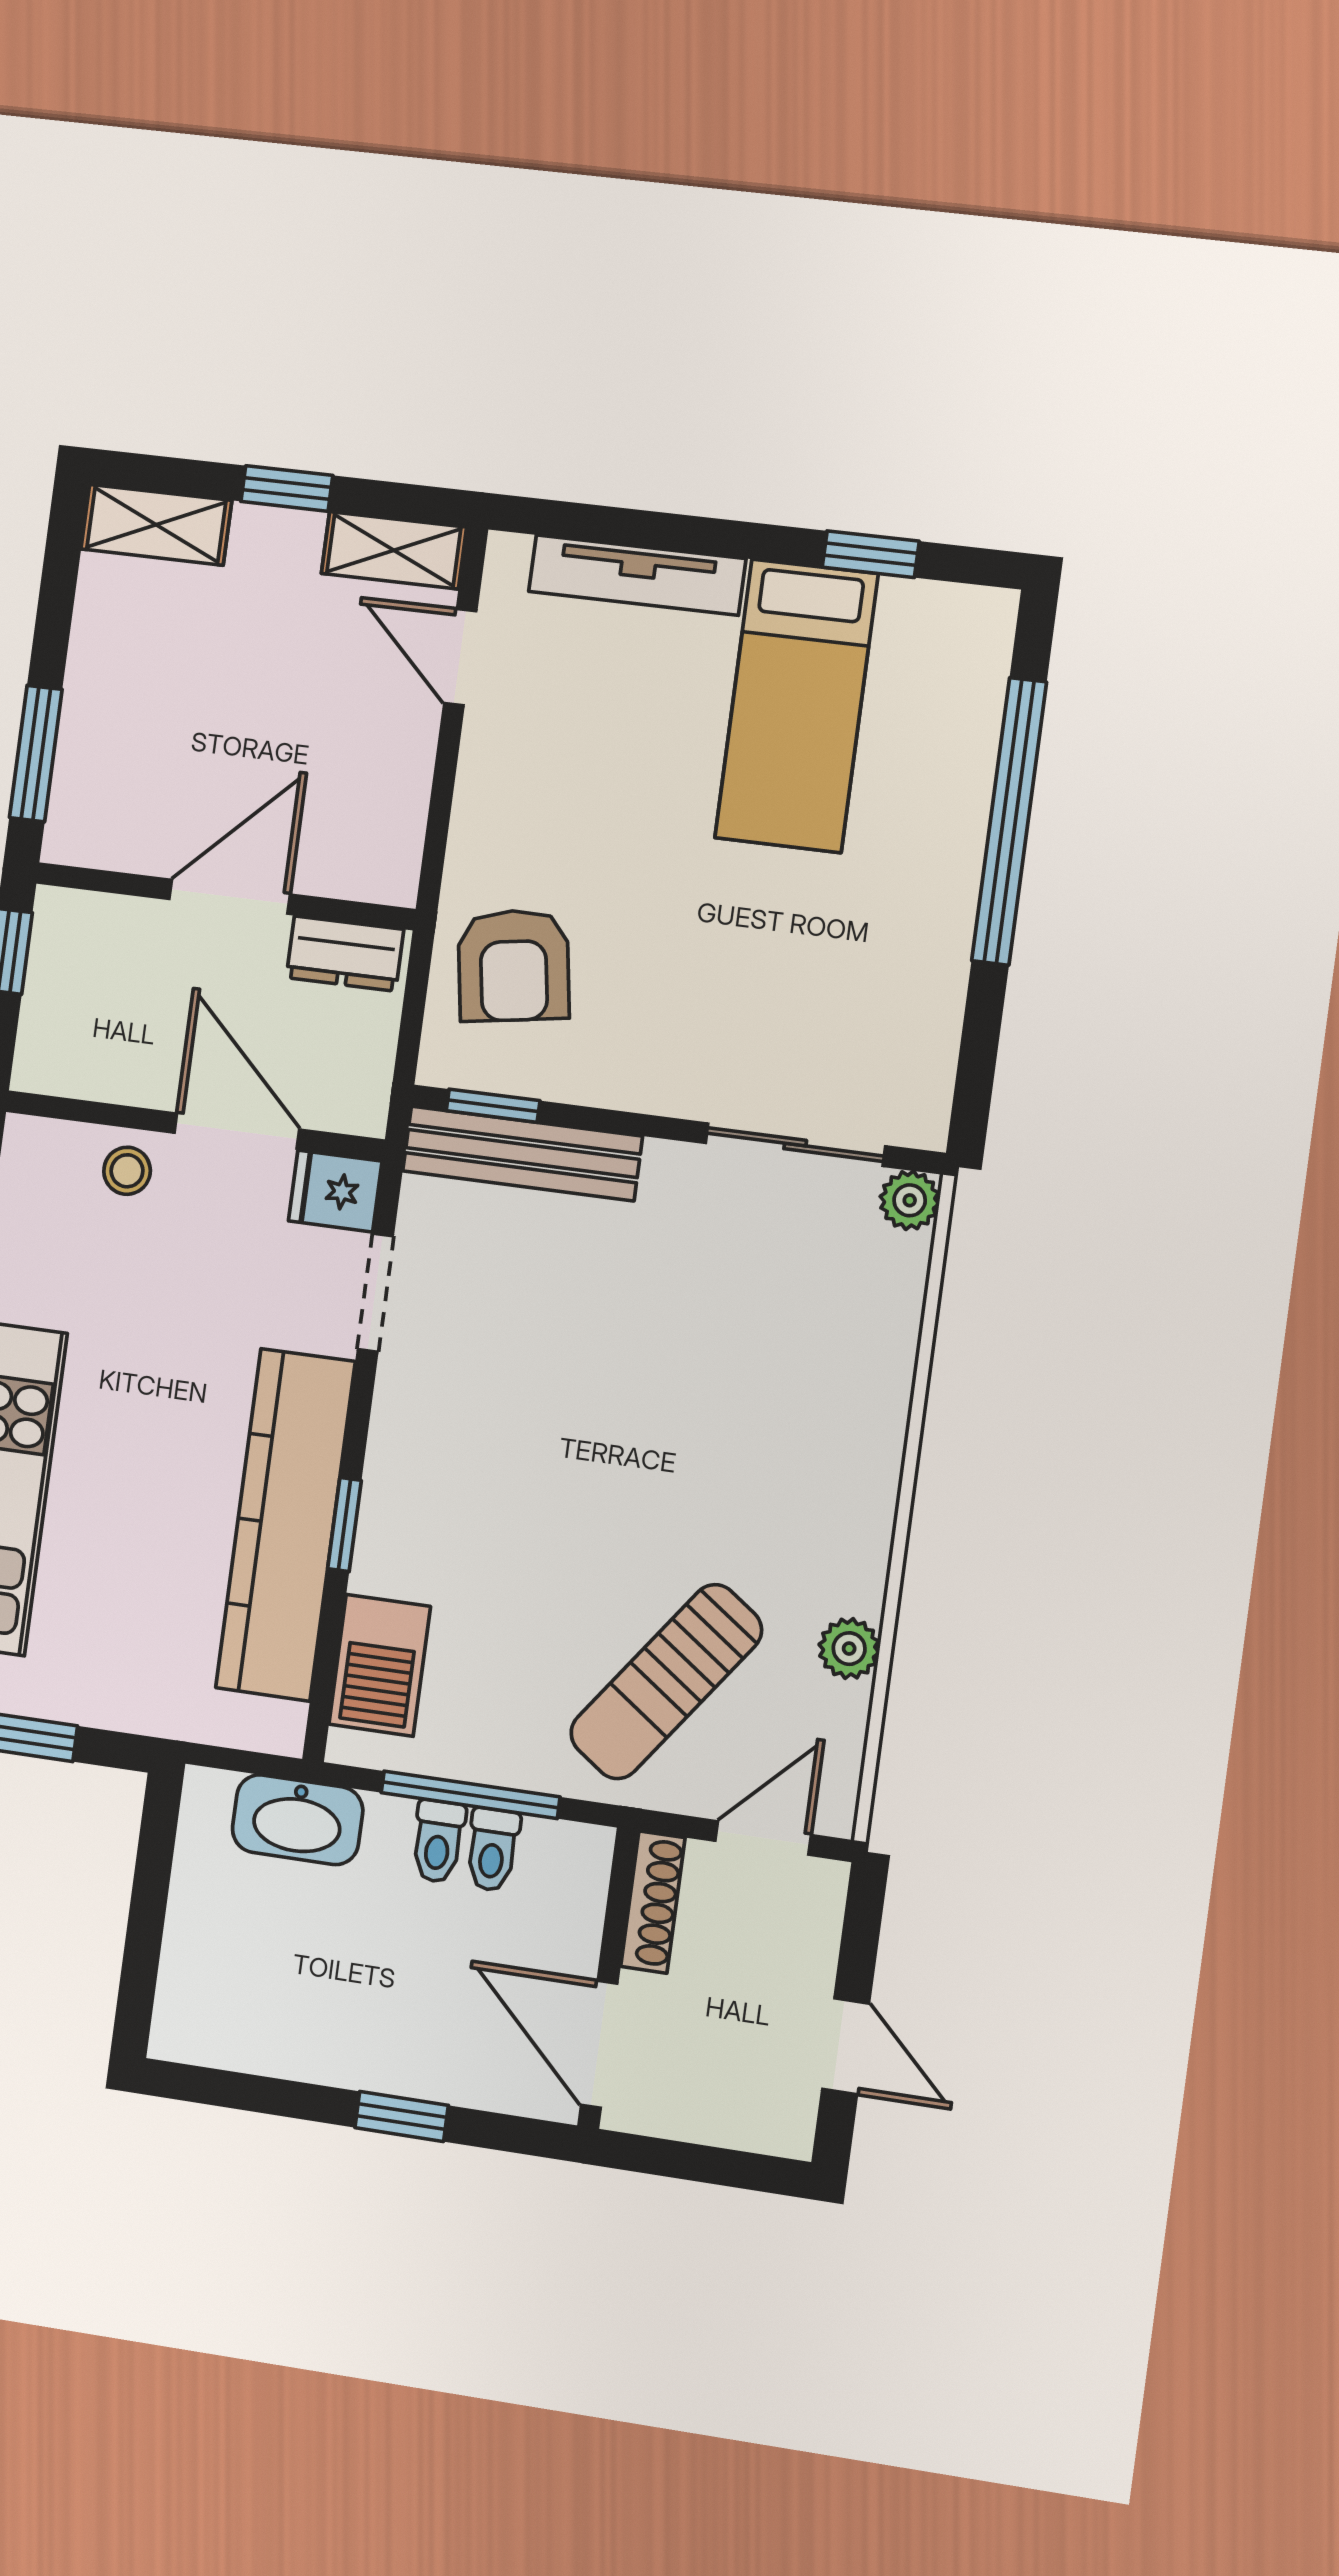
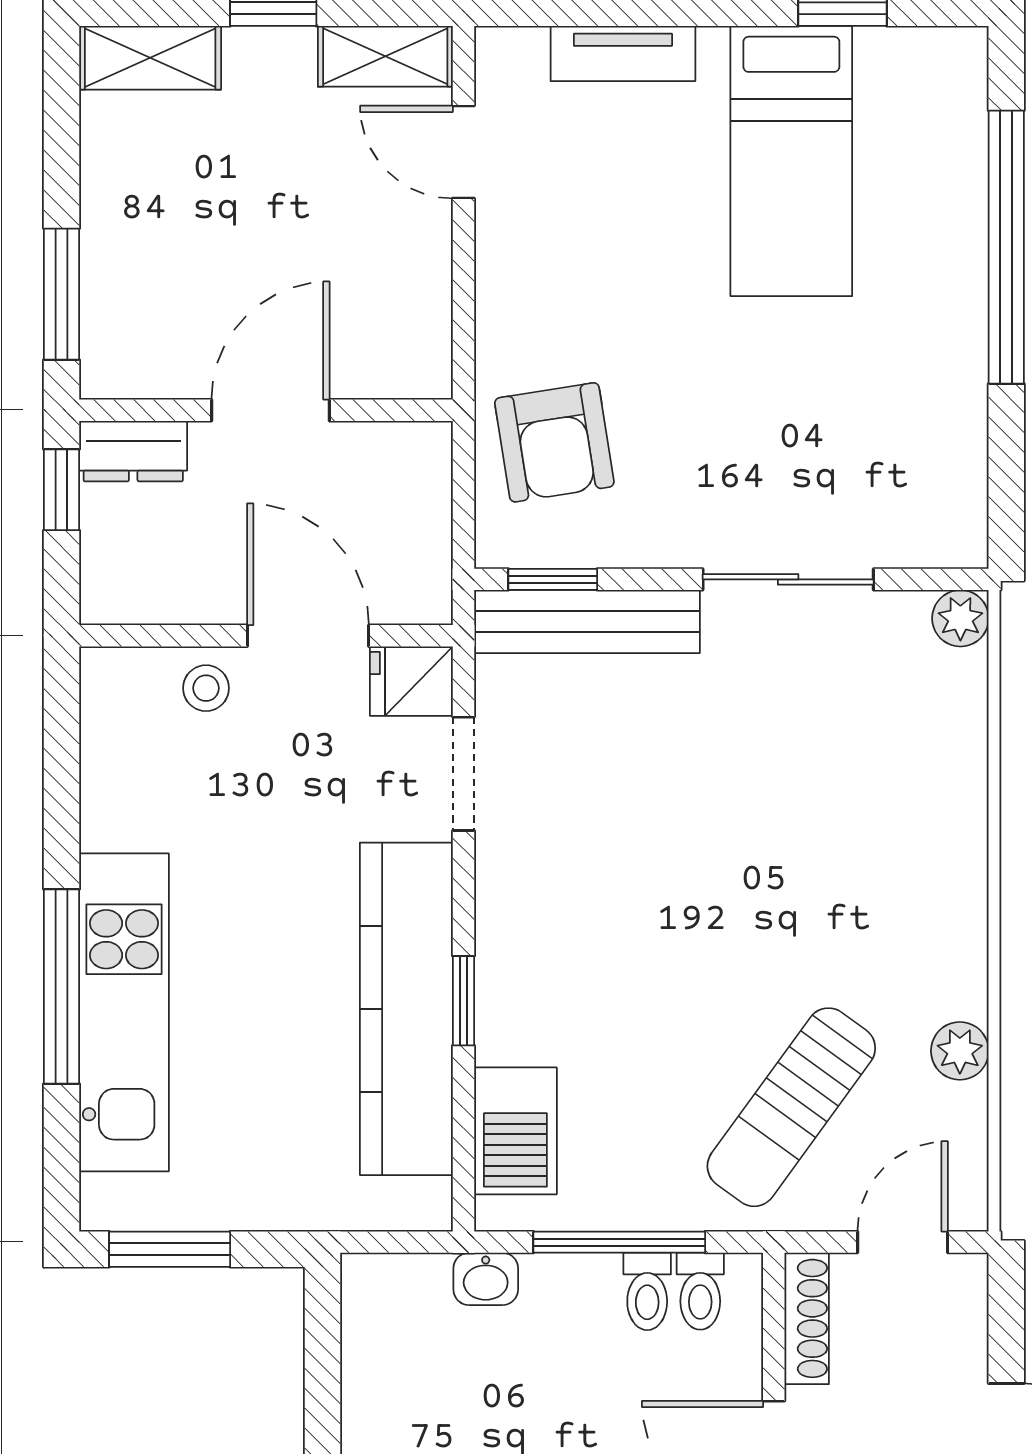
tv unit: (637, 575) -> (623, 54), width x0.71
dresser: (345, 954) -> (133, 451), moved
sliding door: (795, 1145) -> (788, 579), moved
washbasin: (298, 1820) -> (486, 1279), width x0.52, depth x0.69
toilet: (438, 1841) -> (700, 1291), moved

